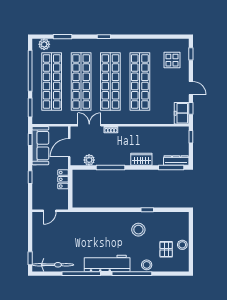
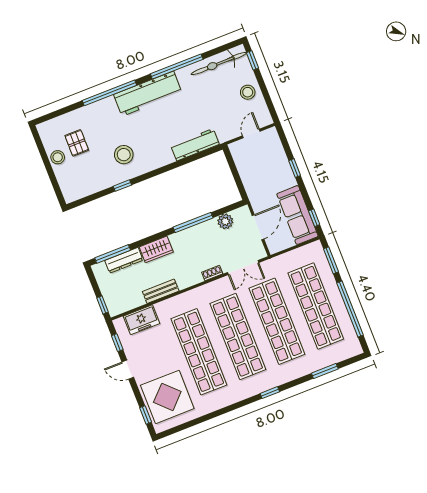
plant: (44, 44) -> (345, 351), removed
display table: (172, 60) -> (167, 397), width x1.86, depth x1.86
freezer: (182, 113) -> (142, 320), moved, turned 90
bench: (149, 131) -> (161, 291), added
dresser: (176, 160) -> (124, 260), moved
locker: (63, 179) -> (250, 182), removed
workbench: (89, 218) -> (195, 145), added
stool: (147, 265) -> (248, 92), moved

